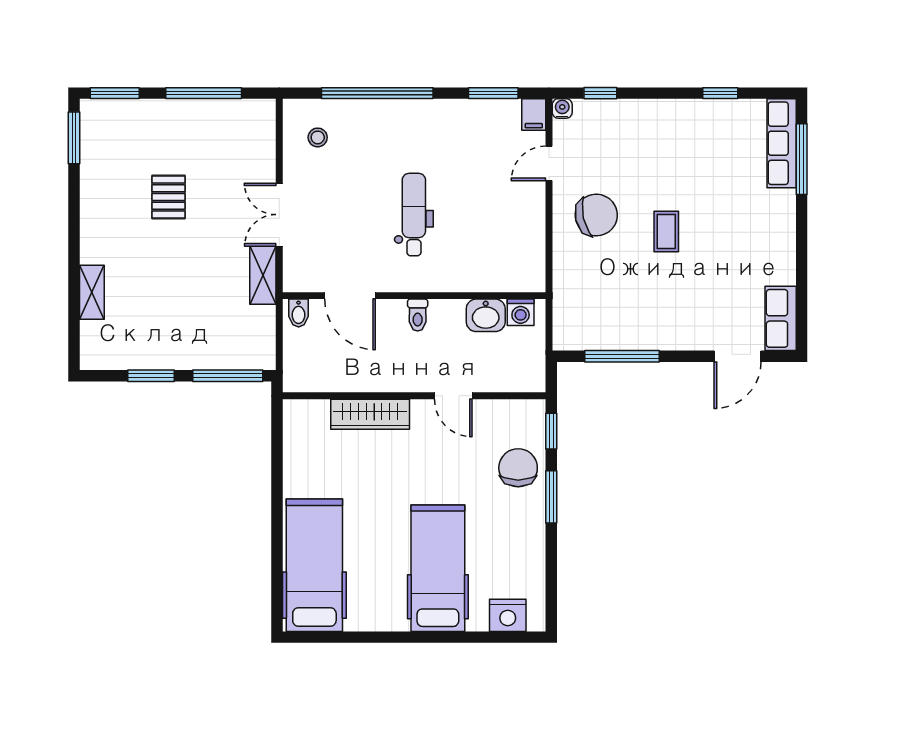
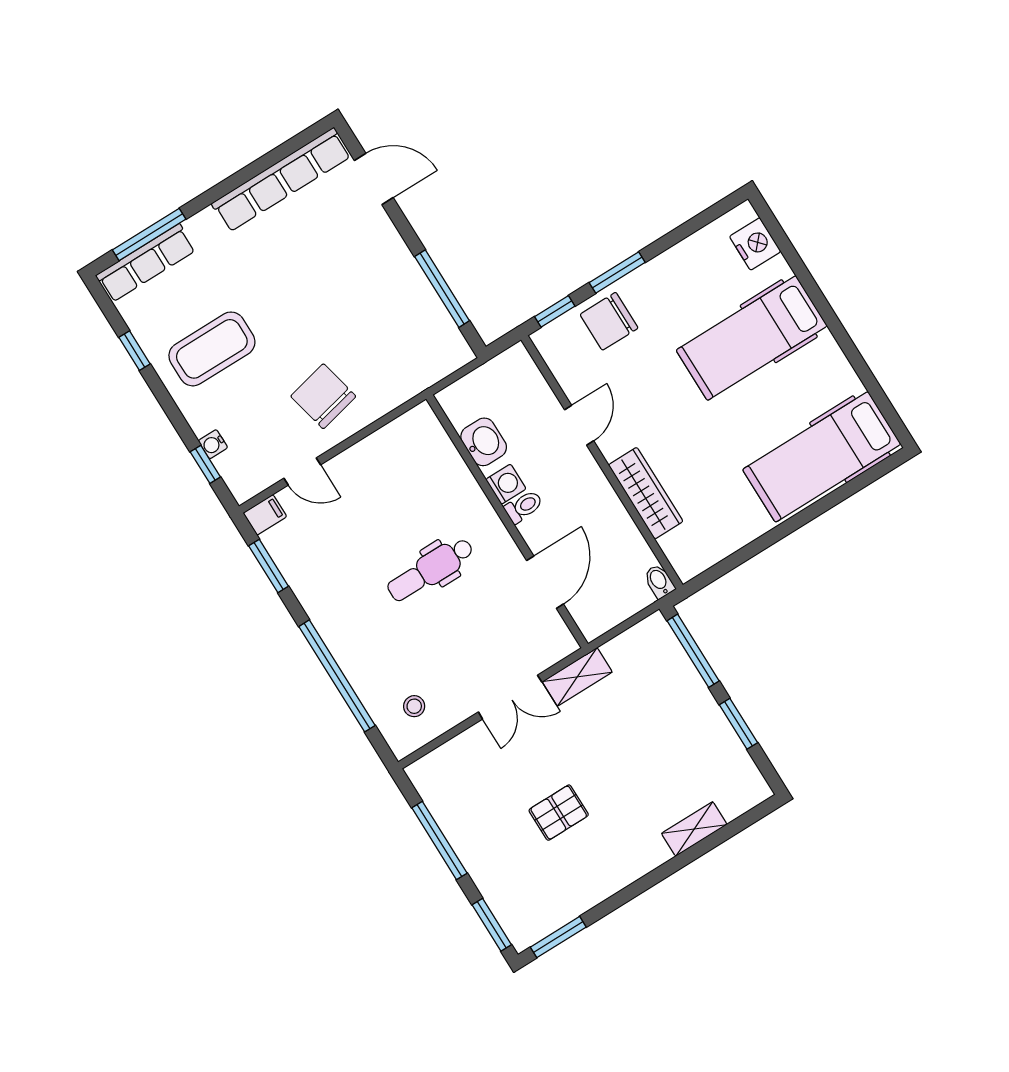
water cooler: (562, 108) -> (213, 444), moved
coffee table: (666, 231) -> (212, 349), moved, width x1.86, depth x1.72
washing machine: (521, 312) -> (506, 484), moved
bidet: (299, 313) -> (659, 581), moved, turned -90
row of seats: (781, 318) -> (281, 180), width x2.02

